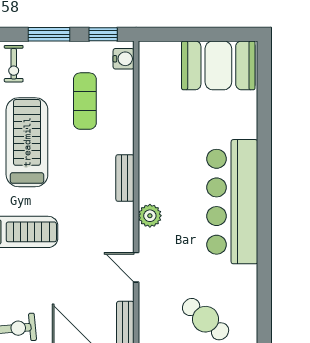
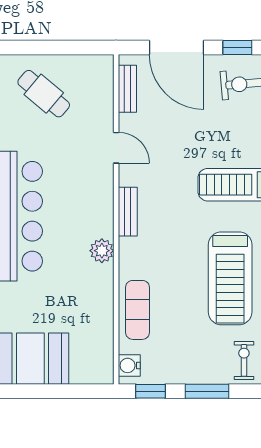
exercise mat: (85, 101) -> (138, 310), moved
bench: (125, 178) -> (128, 212), moved
plant: (150, 216) -> (102, 251), moved

